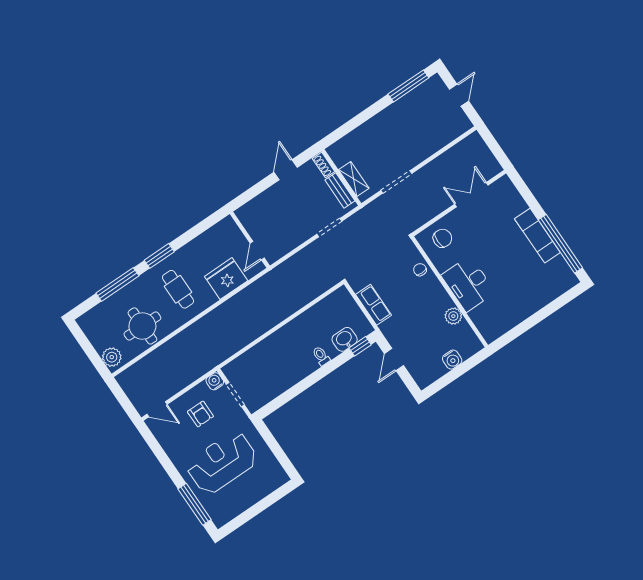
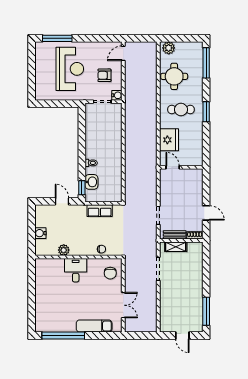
exam couch: (537, 236) -> (94, 326), moved
window: (117, 284) -> (206, 63), moved
desk: (468, 284) -> (76, 270), width x0.73

